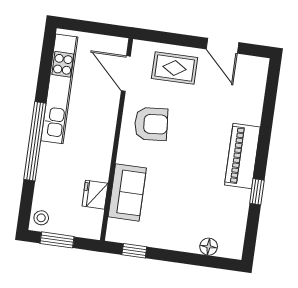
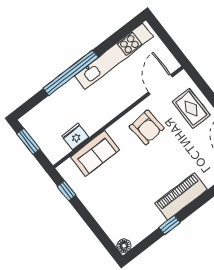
stool: (41, 218) -> (32, 120), removed
floor lamp: (209, 247) -> (124, 246), moved

